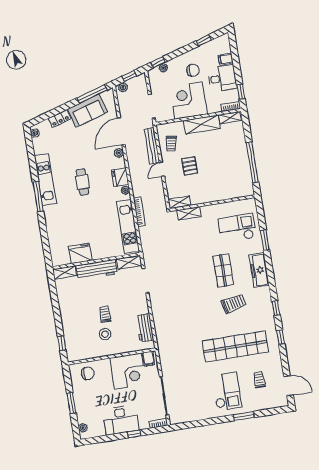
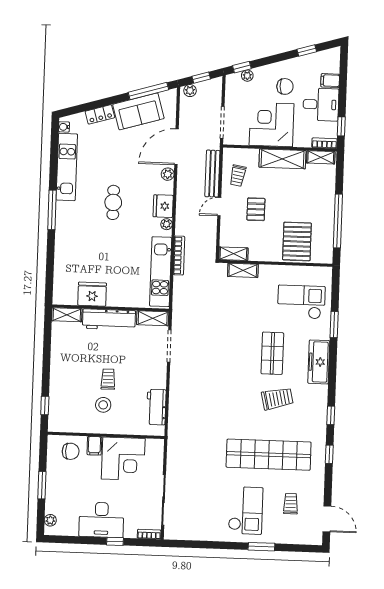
kitchen unit: (45, 180) -> (67, 167), moved
pallet: (225, 184) -> (297, 241), added
filing cabinet: (148, 359) -> (94, 446), moved

